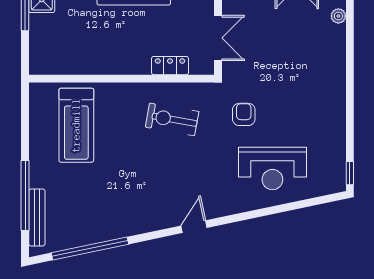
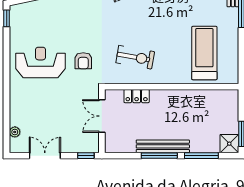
reception desk: (272, 168) -> (41, 62), moved

